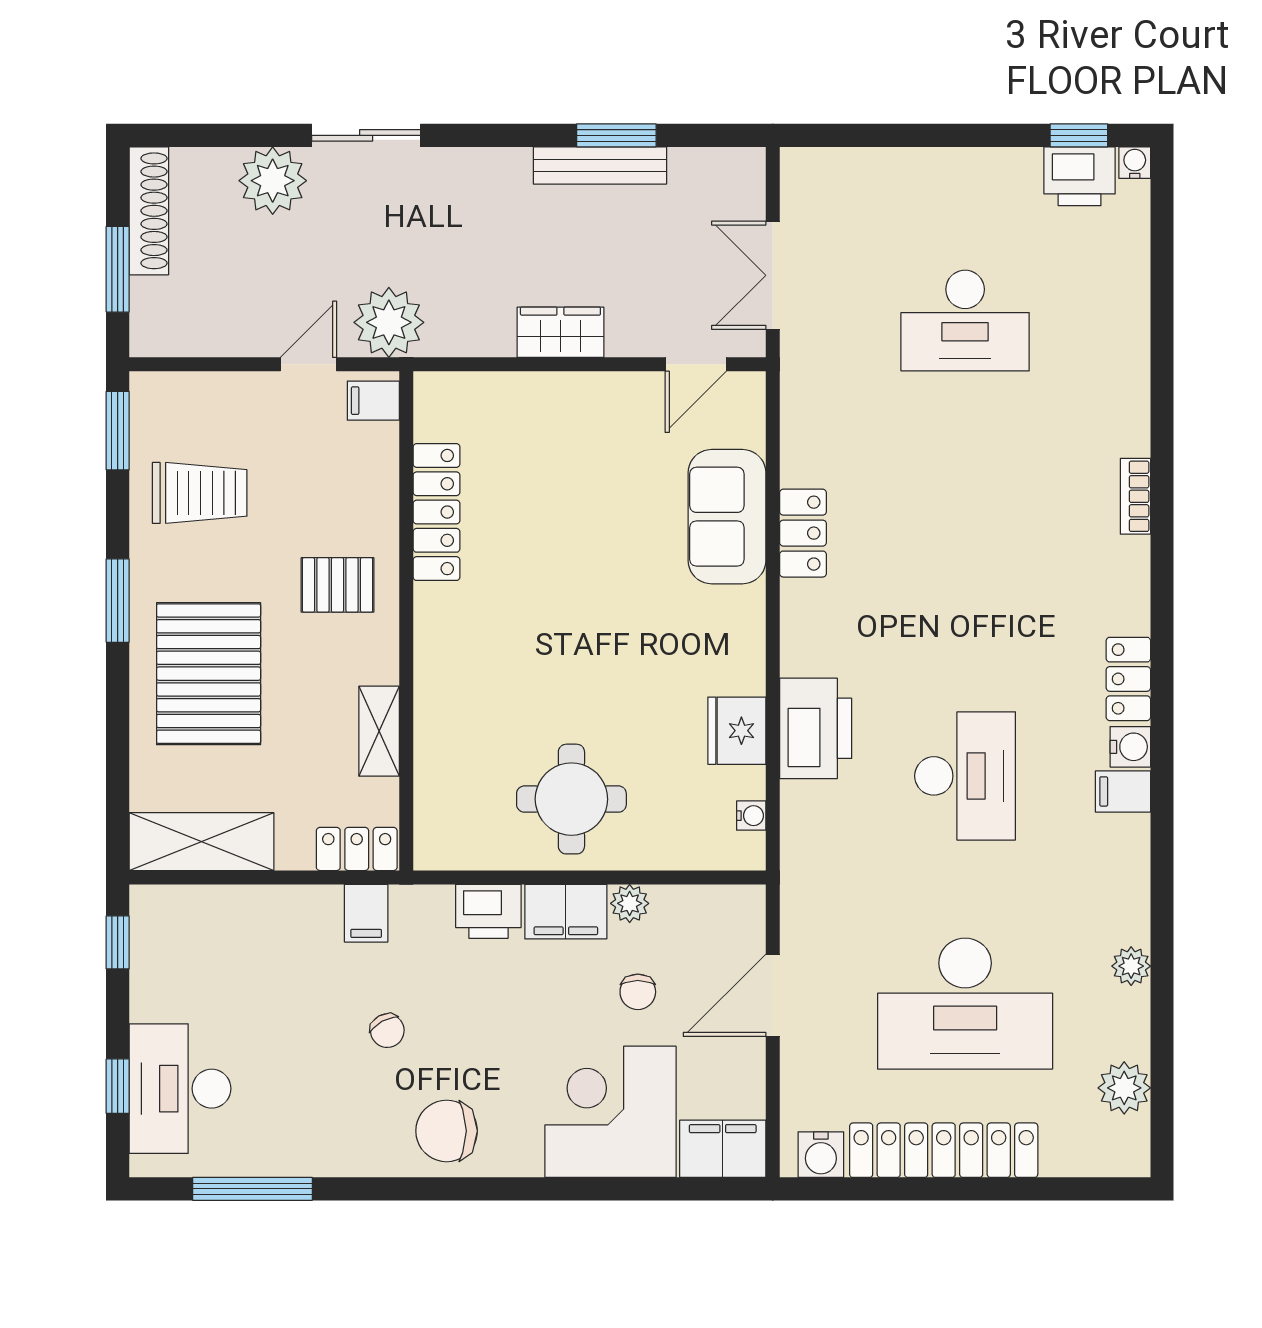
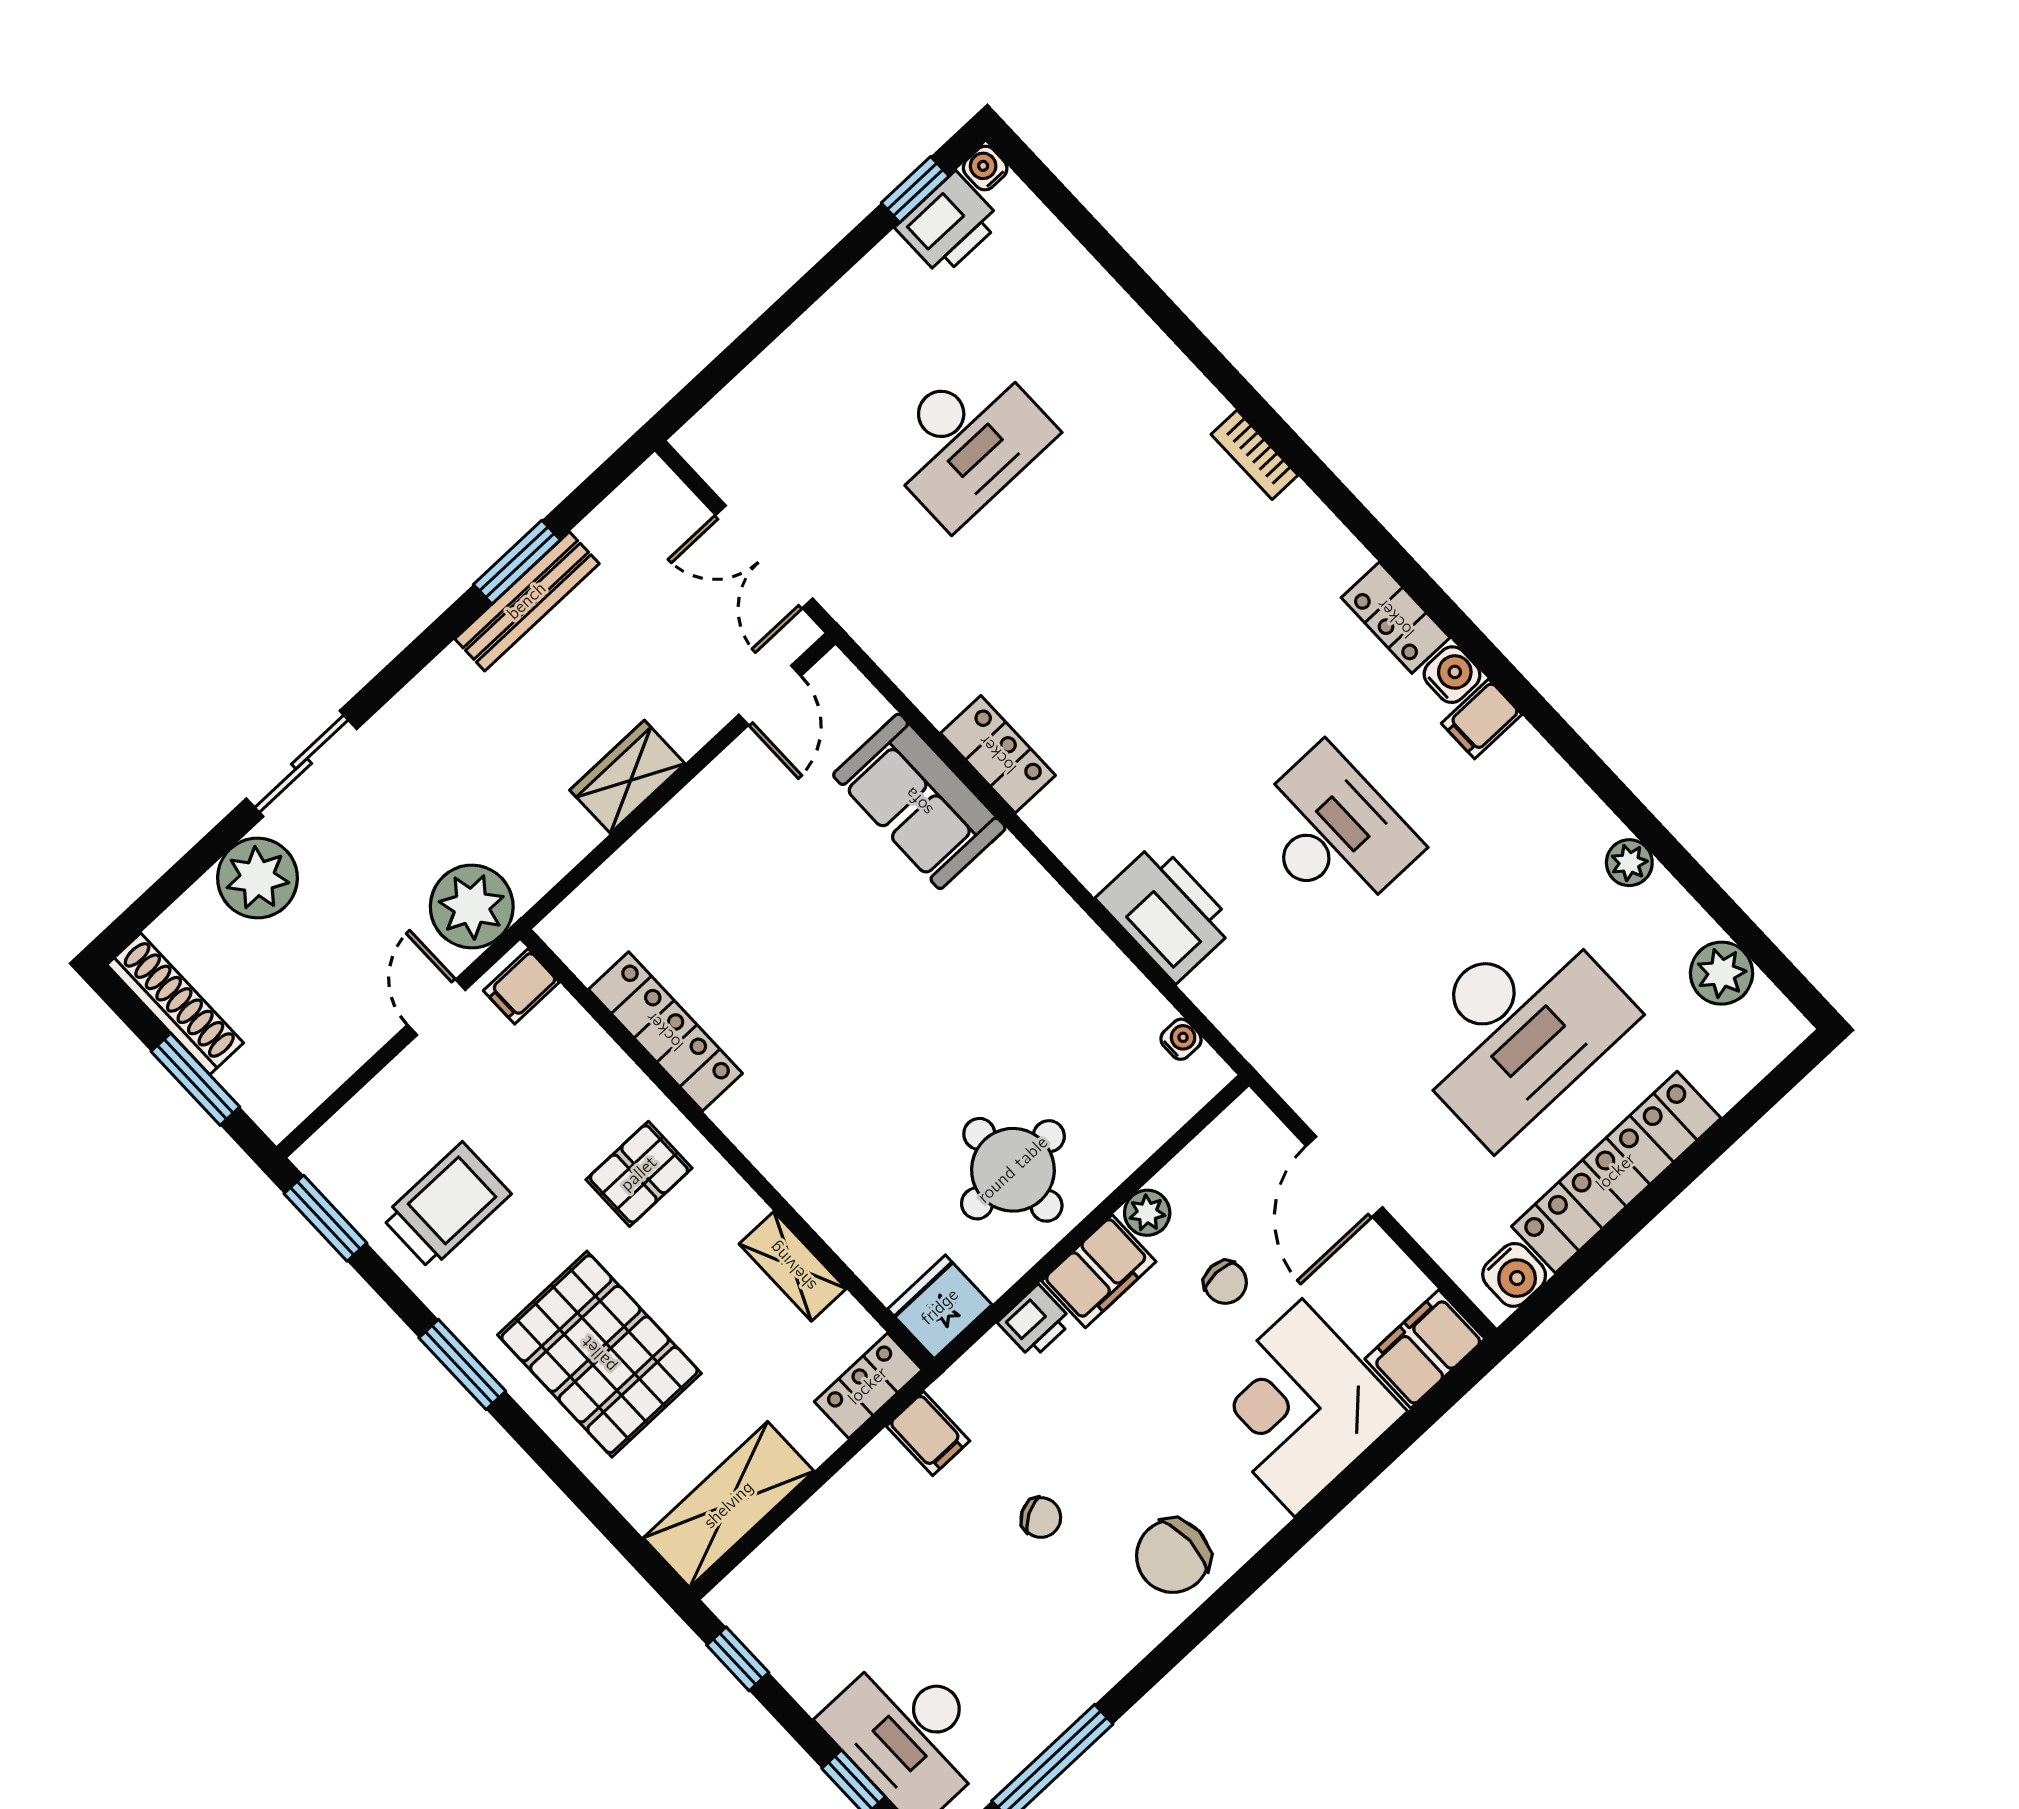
fridge: (737, 731) -> (940, 1307), moved, turned 90
printer: (488, 911) -> (1035, 1322), width x0.73, depth x0.81

